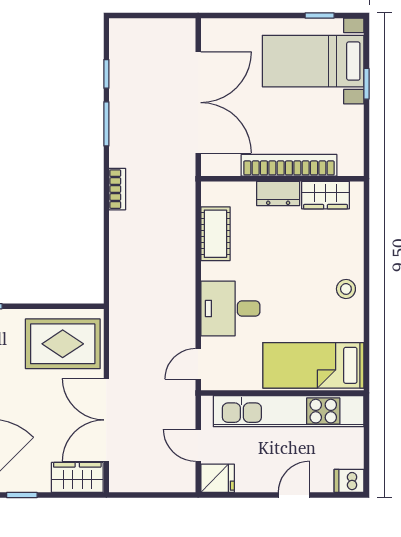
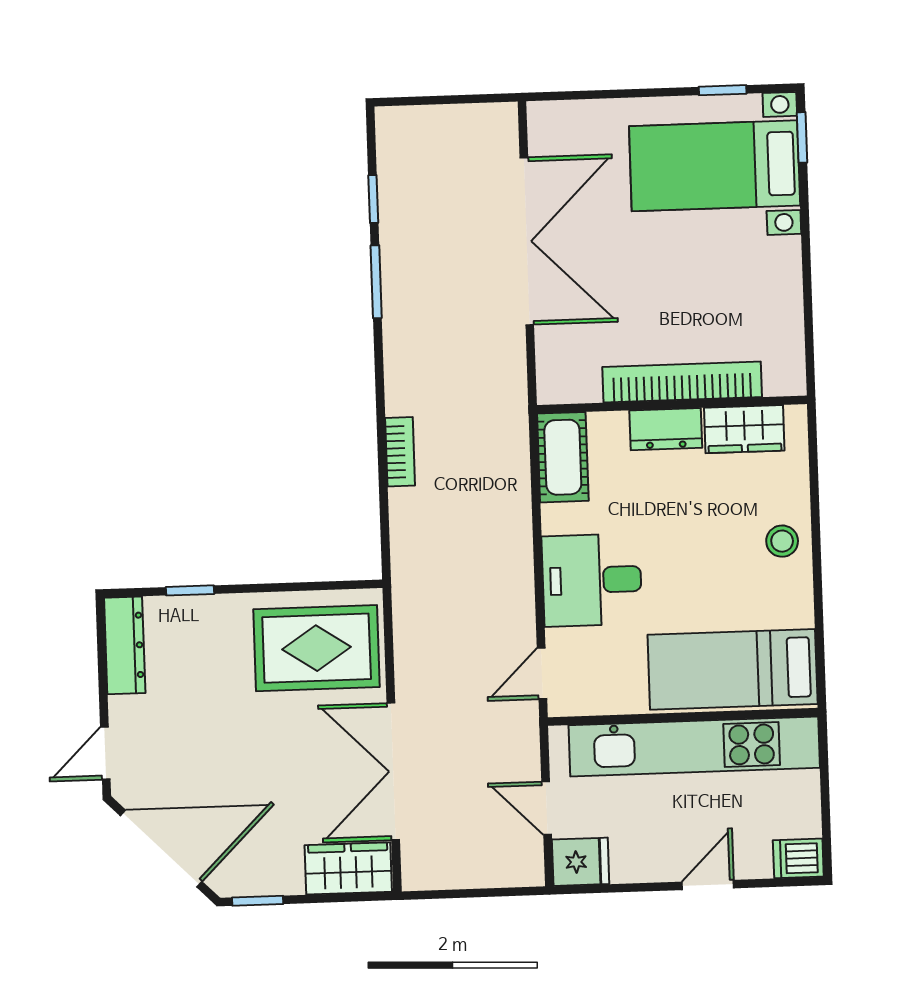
window: (367, 84) -> (802, 137), moved
bookcase: (289, 165) -> (682, 382), moved
wall: (282, 179) -> (672, 405), moved
bookcase: (117, 189) -> (400, 452), moved
dresser: (278, 193) -> (666, 429), moved
wardrobe: (325, 195) -> (744, 429), moved

